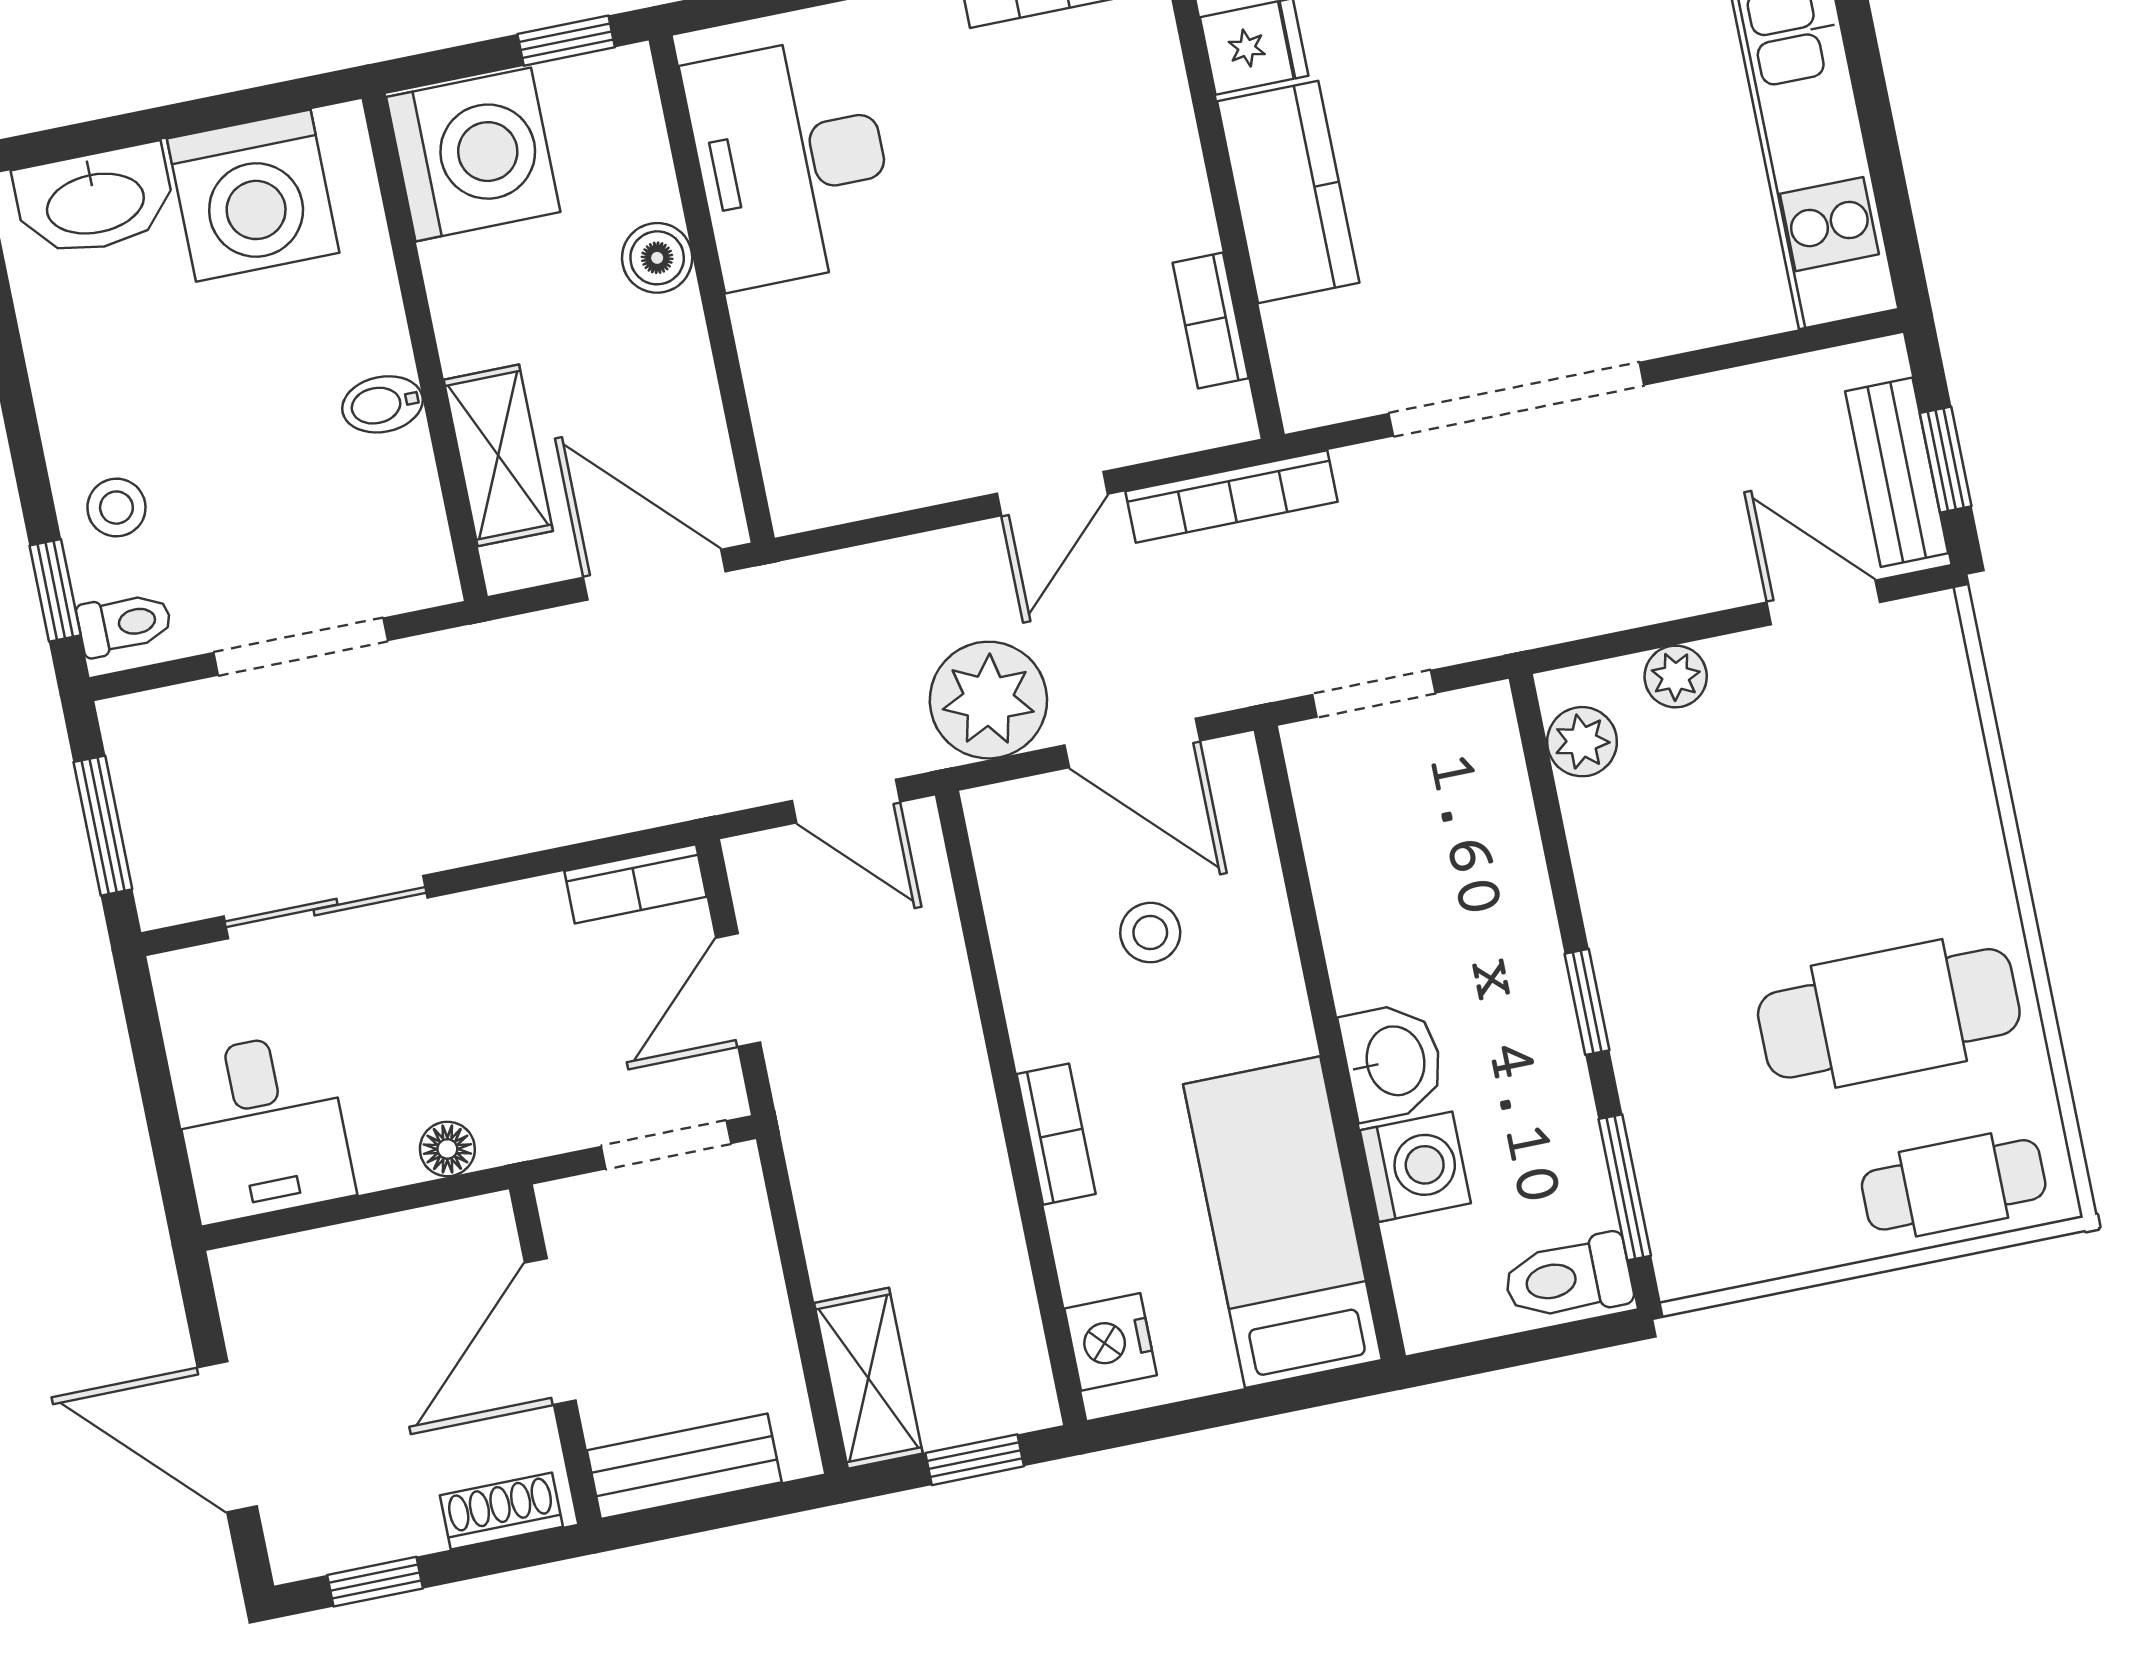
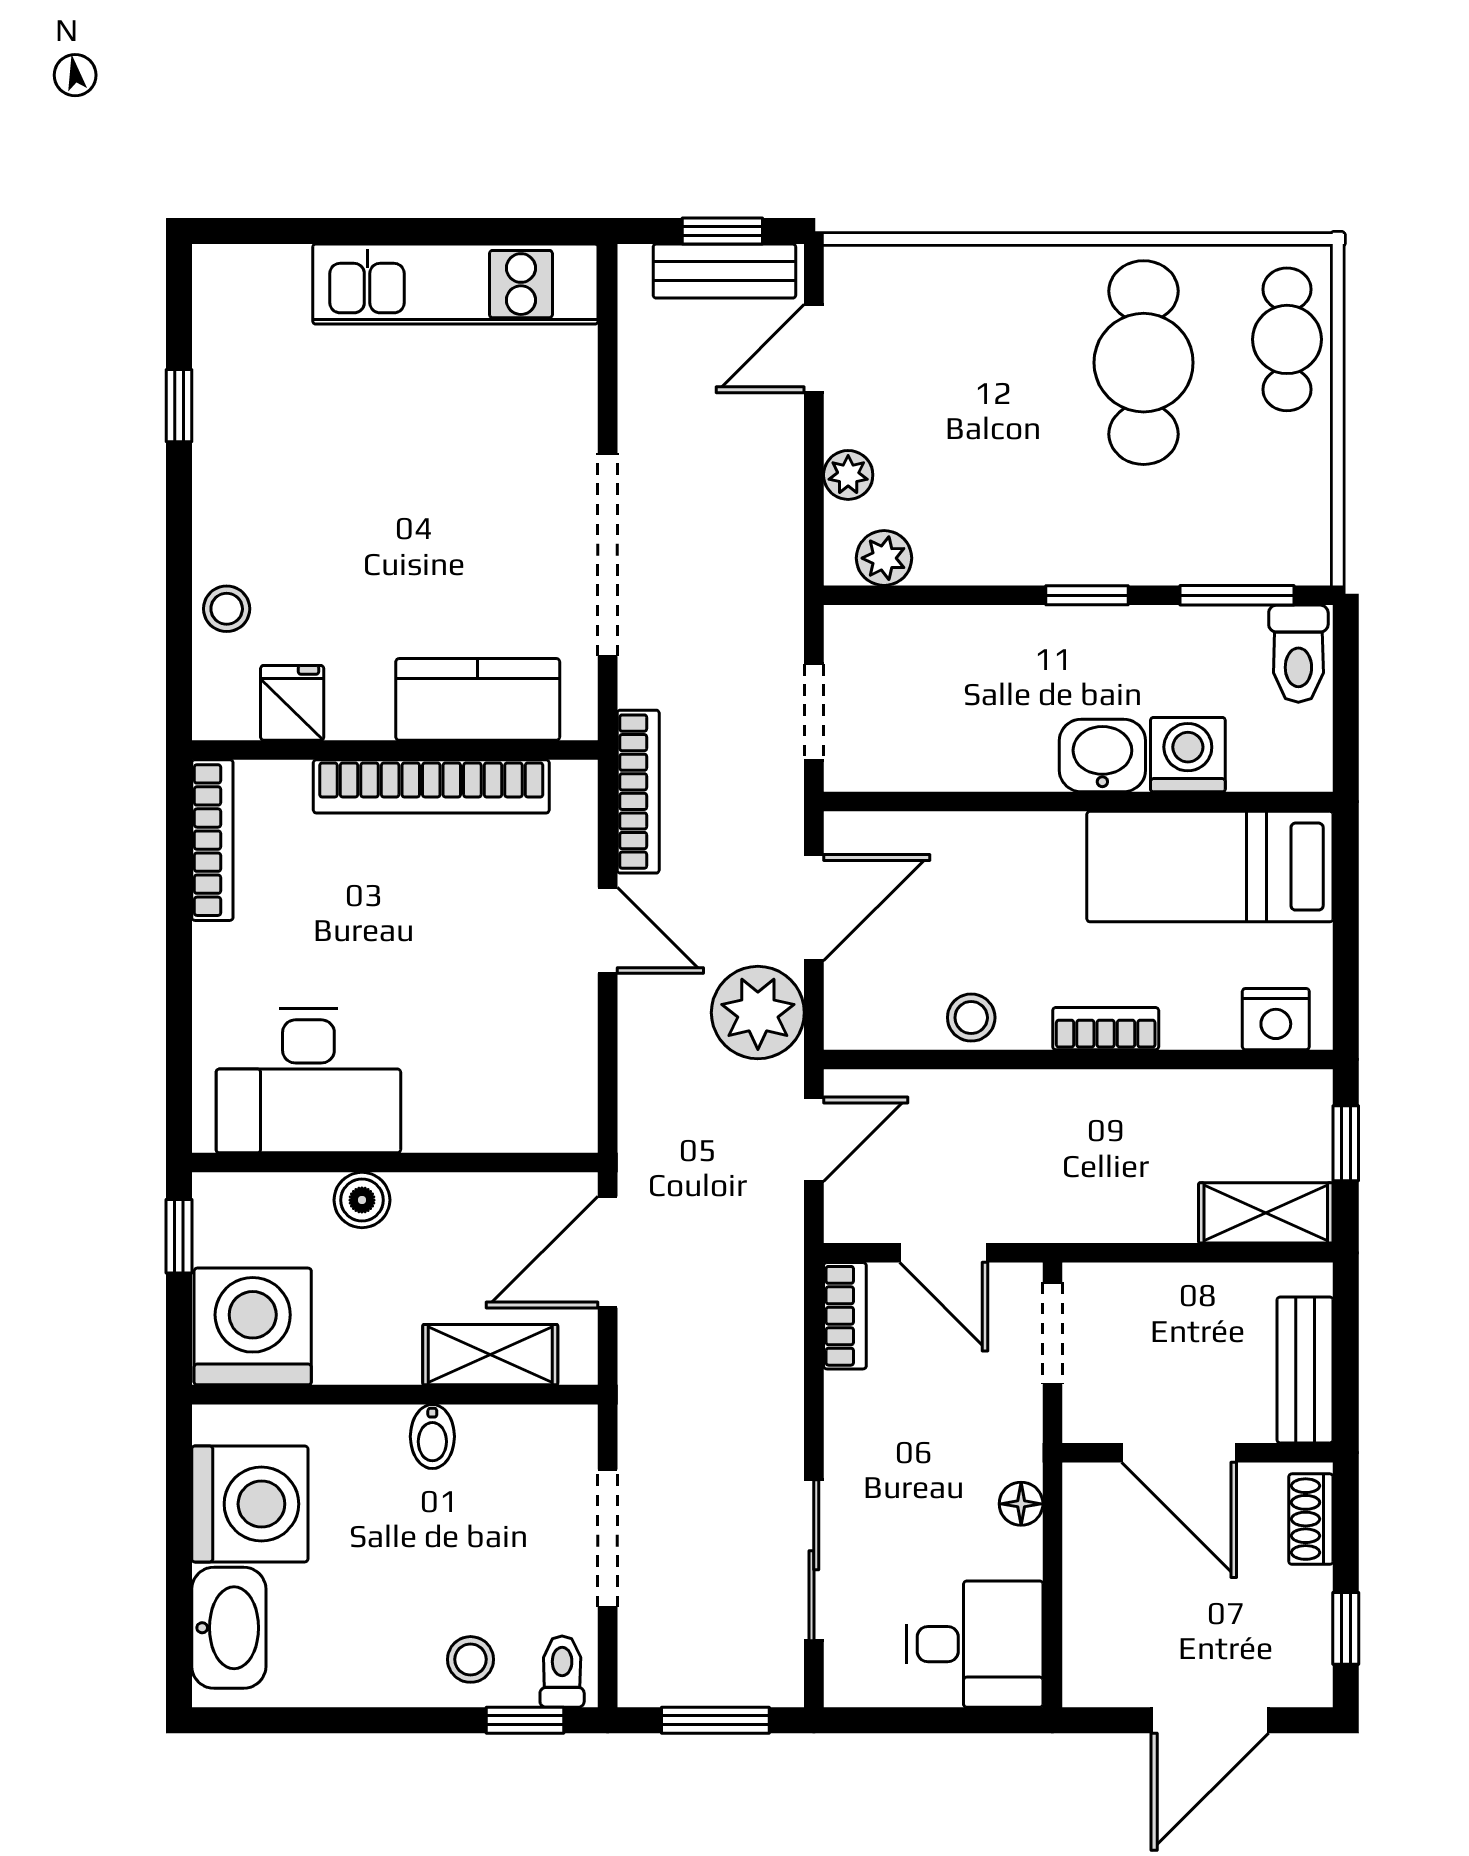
kitchen counter: (1288, 192) -> (478, 699), moved
bookcase: (1211, 320) -> (431, 786), width x2.31, depth x1.31
stool: (1150, 933) -> (971, 1018), moved

